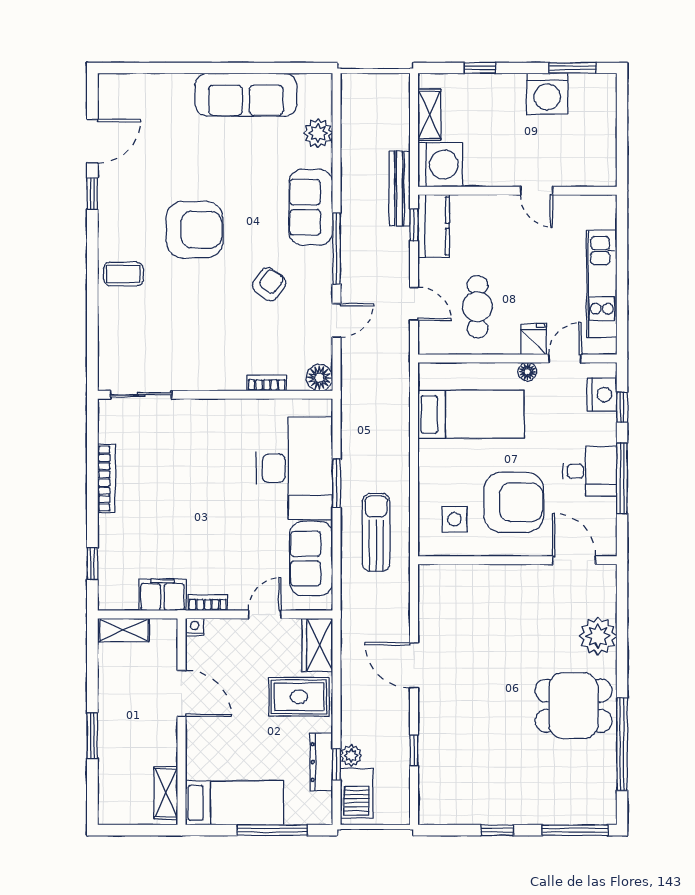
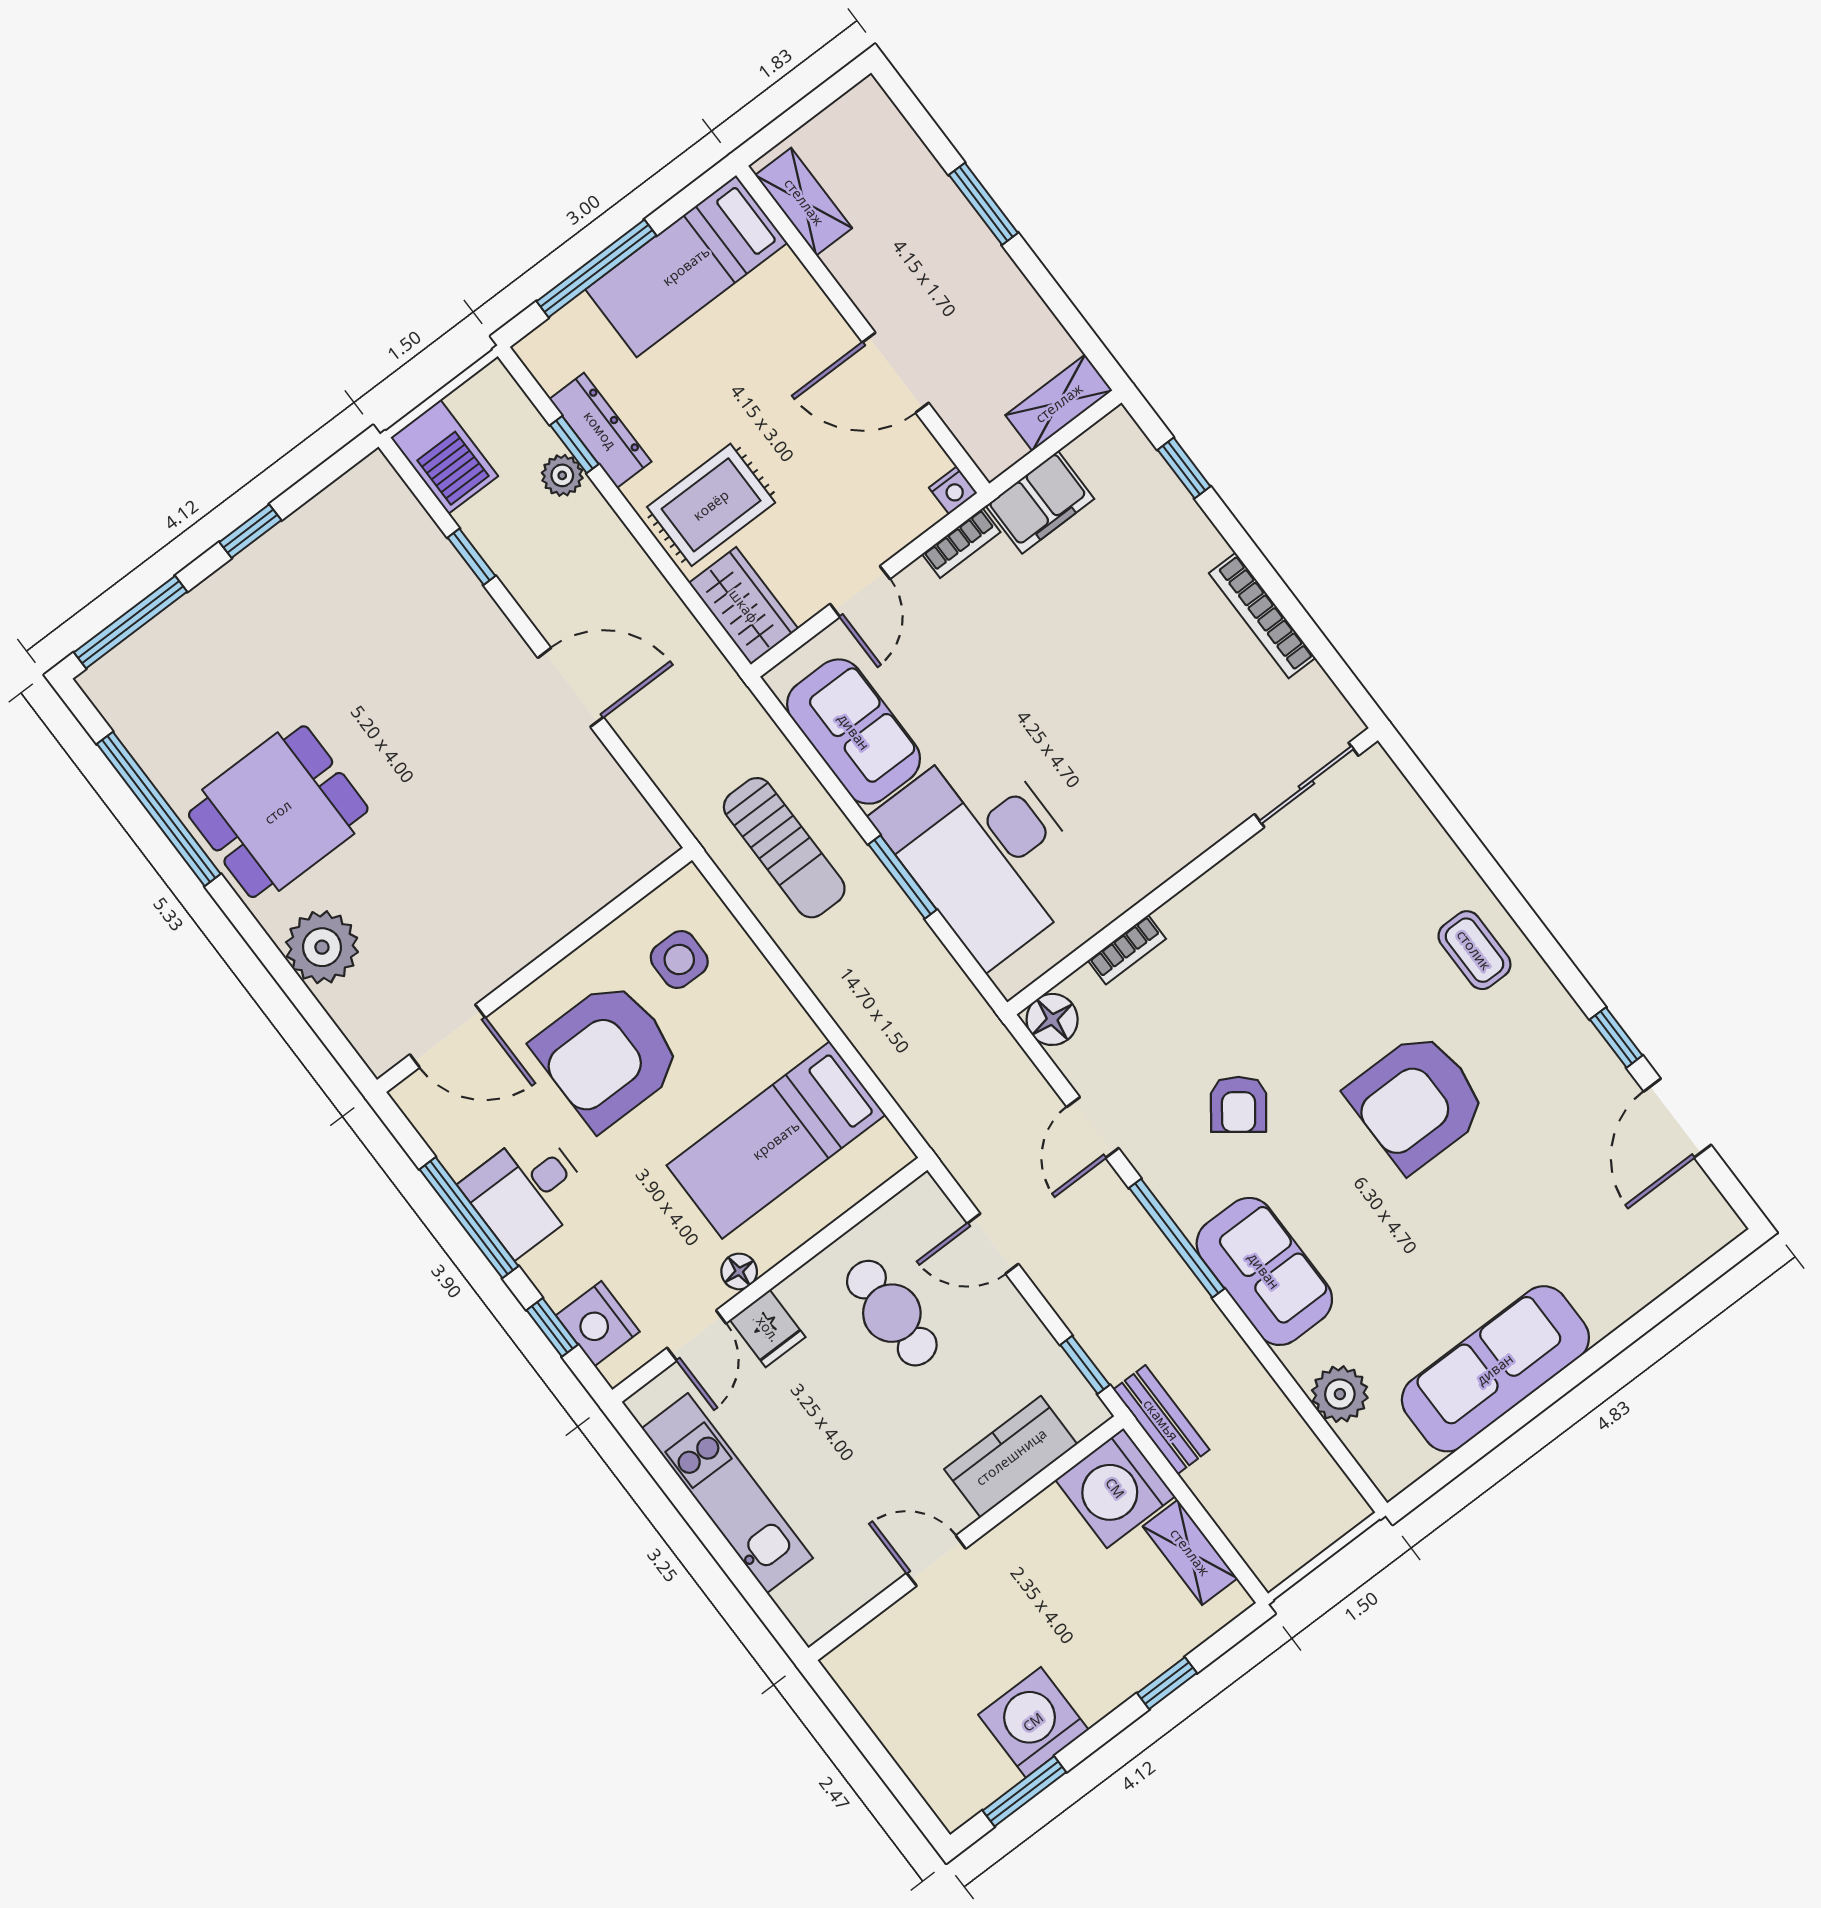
bench: (400, 188) -> (1161, 1420), width x0.73
kitchen counter: (434, 226) -> (1011, 1457), moved, turned 90
coffee table: (123, 274) -> (1474, 950), turned 90
barbecue: (357, 793) -> (444, 457), moved, turned 180

